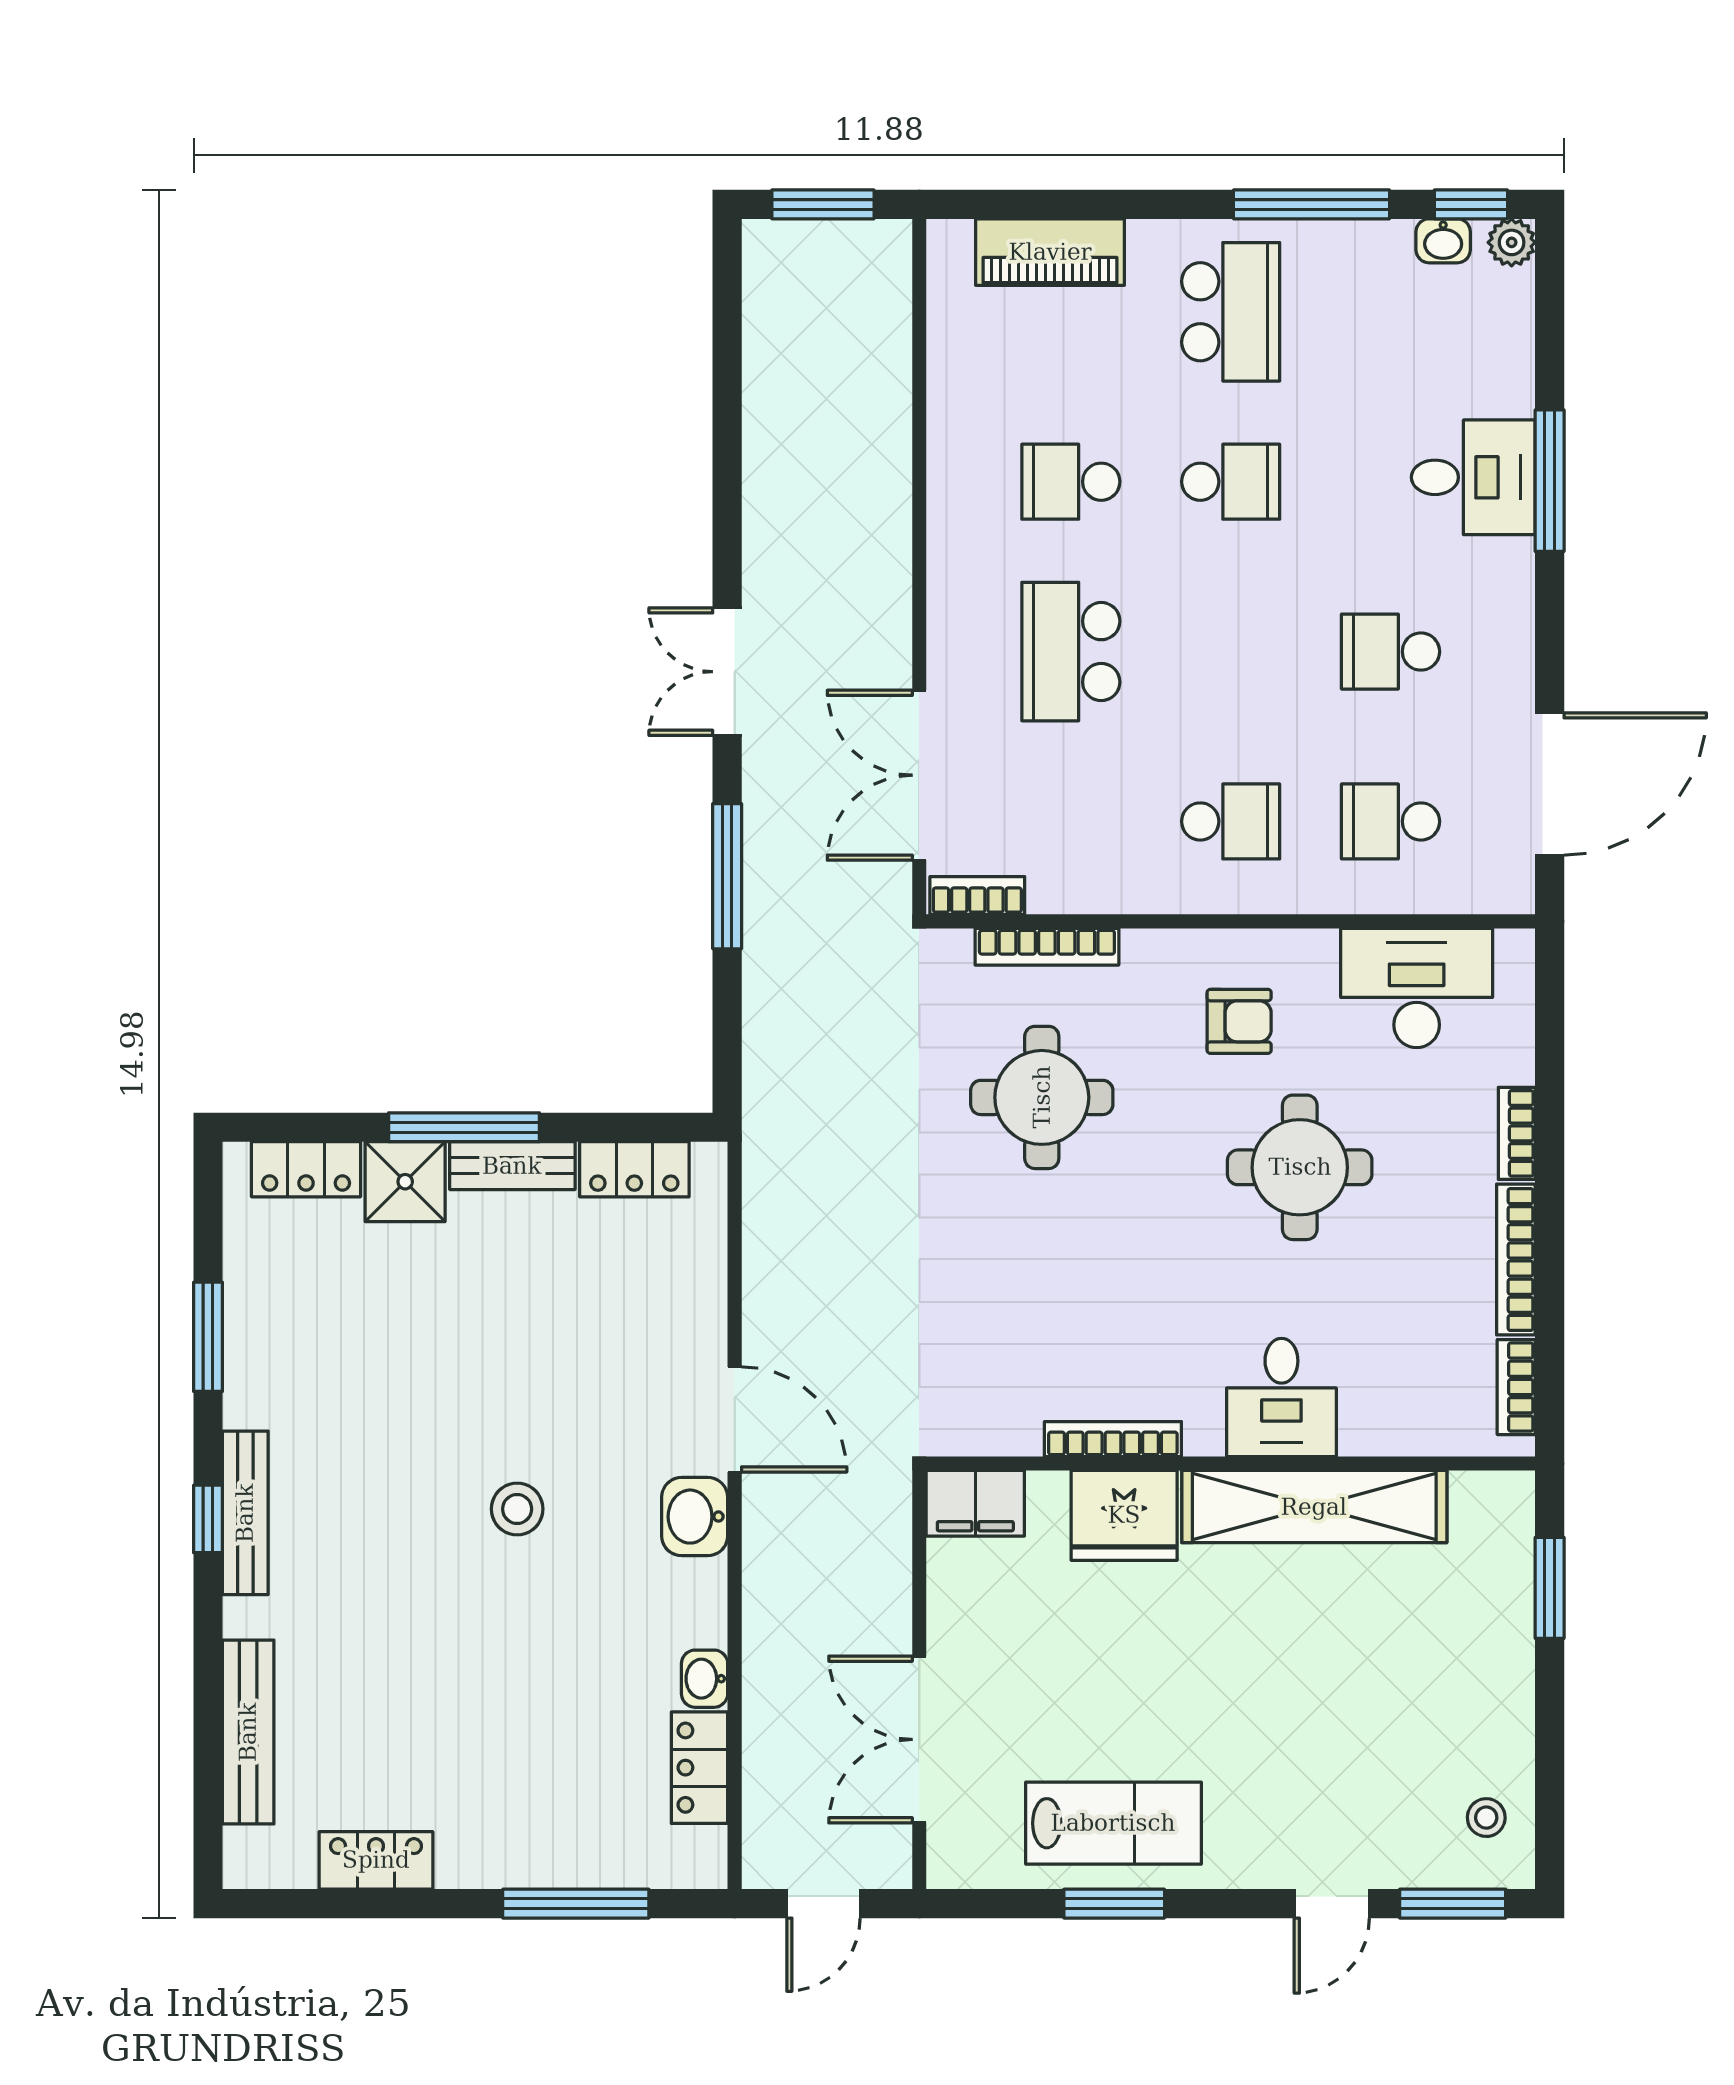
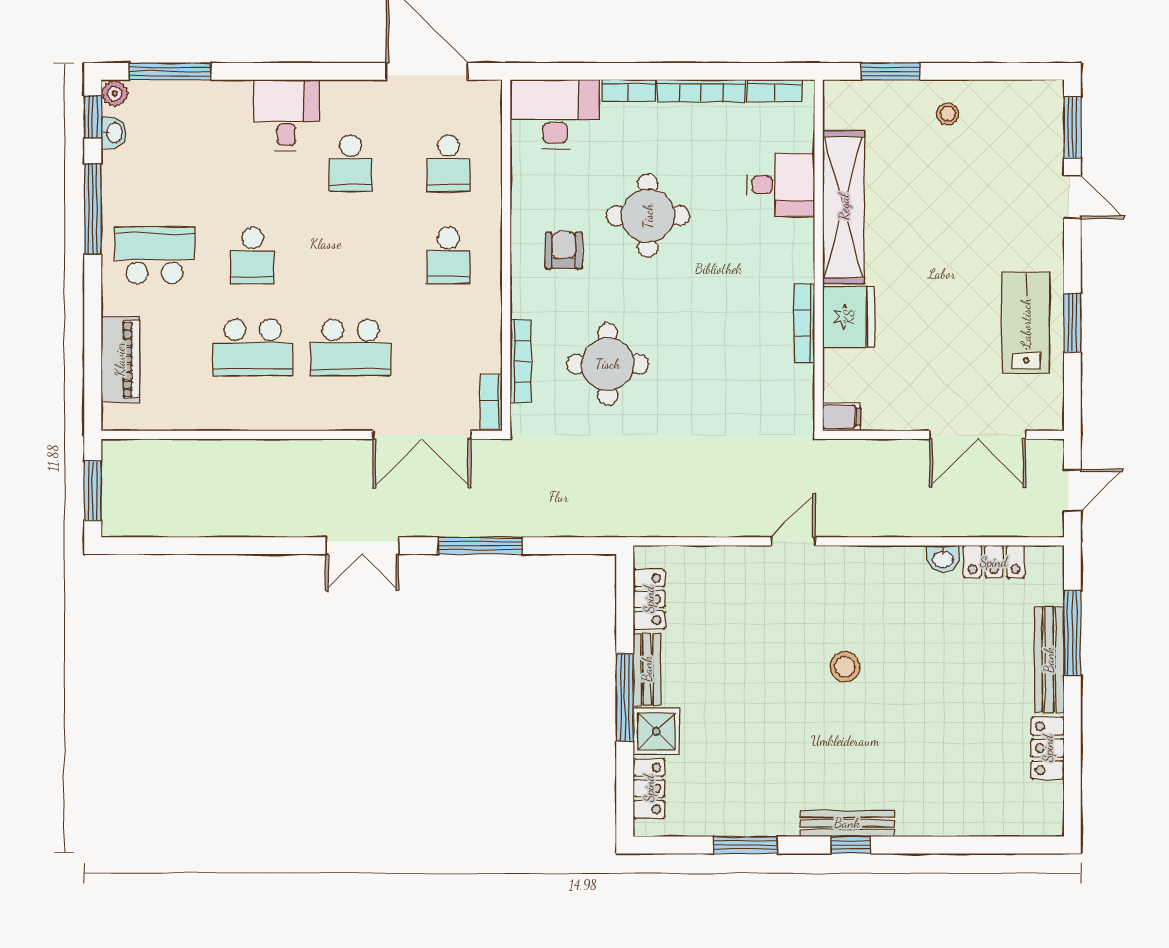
desk: (1473, 477) -> (286, 115), moved
window: (1550, 481) -> (170, 71), moved
school desk: (1071, 482) -> (253, 347), width x1.85
school desk: (1231, 482) -> (253, 255), turned 180
school desk: (1231, 821) -> (448, 255), turned 180
desk: (1417, 988) -> (555, 114), moved, turned 90
desk: (1281, 1397) -> (781, 185), moved
door: (735, 1419) -> (793, 541), width x0.73
filing cabinet: (975, 1503) -> (842, 417), width x0.50
washbasin: (695, 1517) -> (849, 564), removed
bench: (248, 1732) -> (1049, 660), moved, turned 90
stool: (1486, 1818) -> (948, 114), moved
door: (823, 1904) -> (1072, 490), hinge flipped

